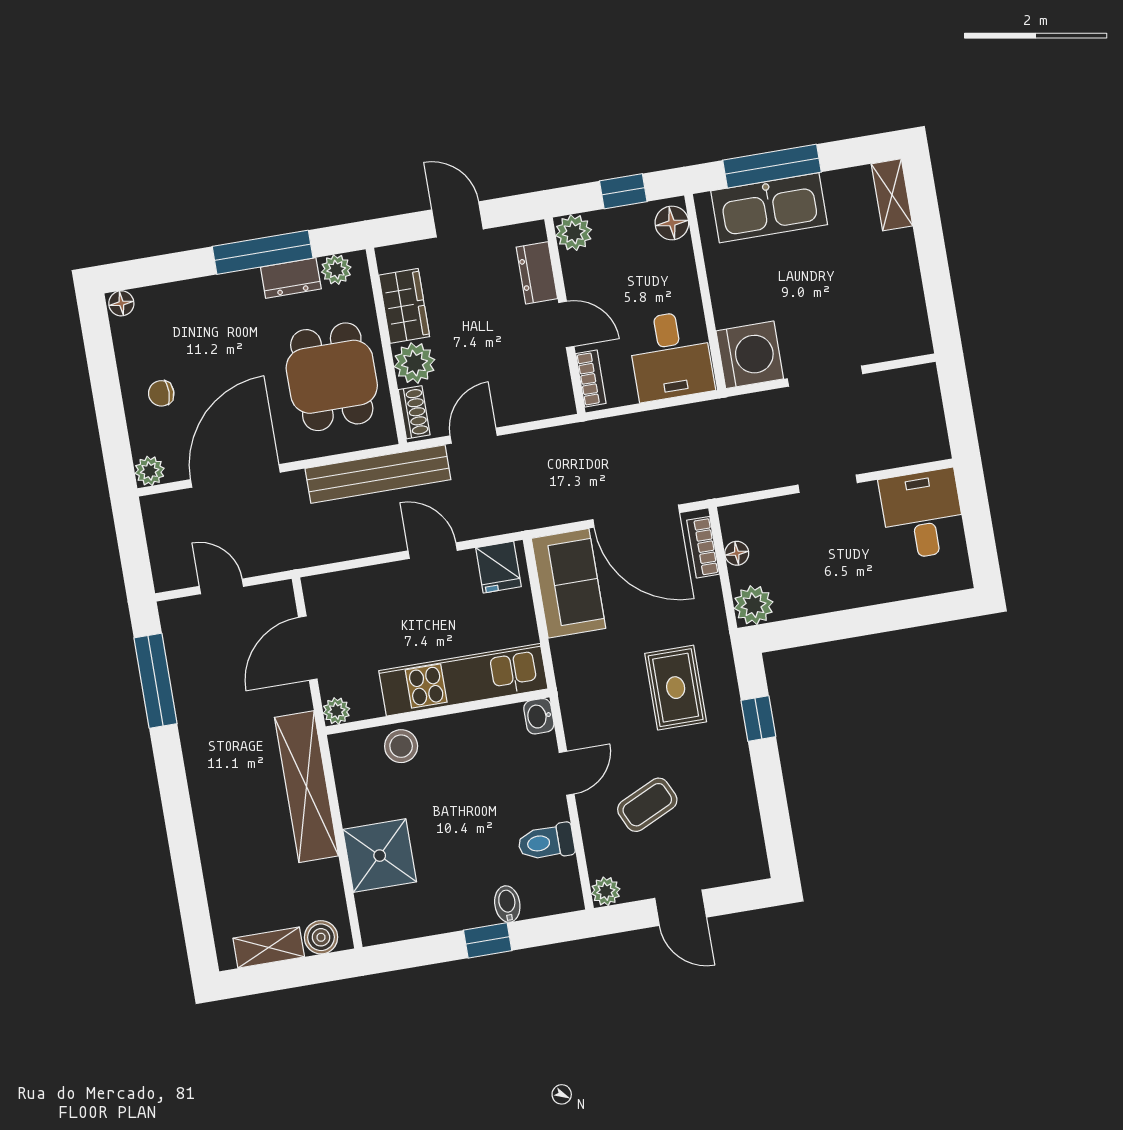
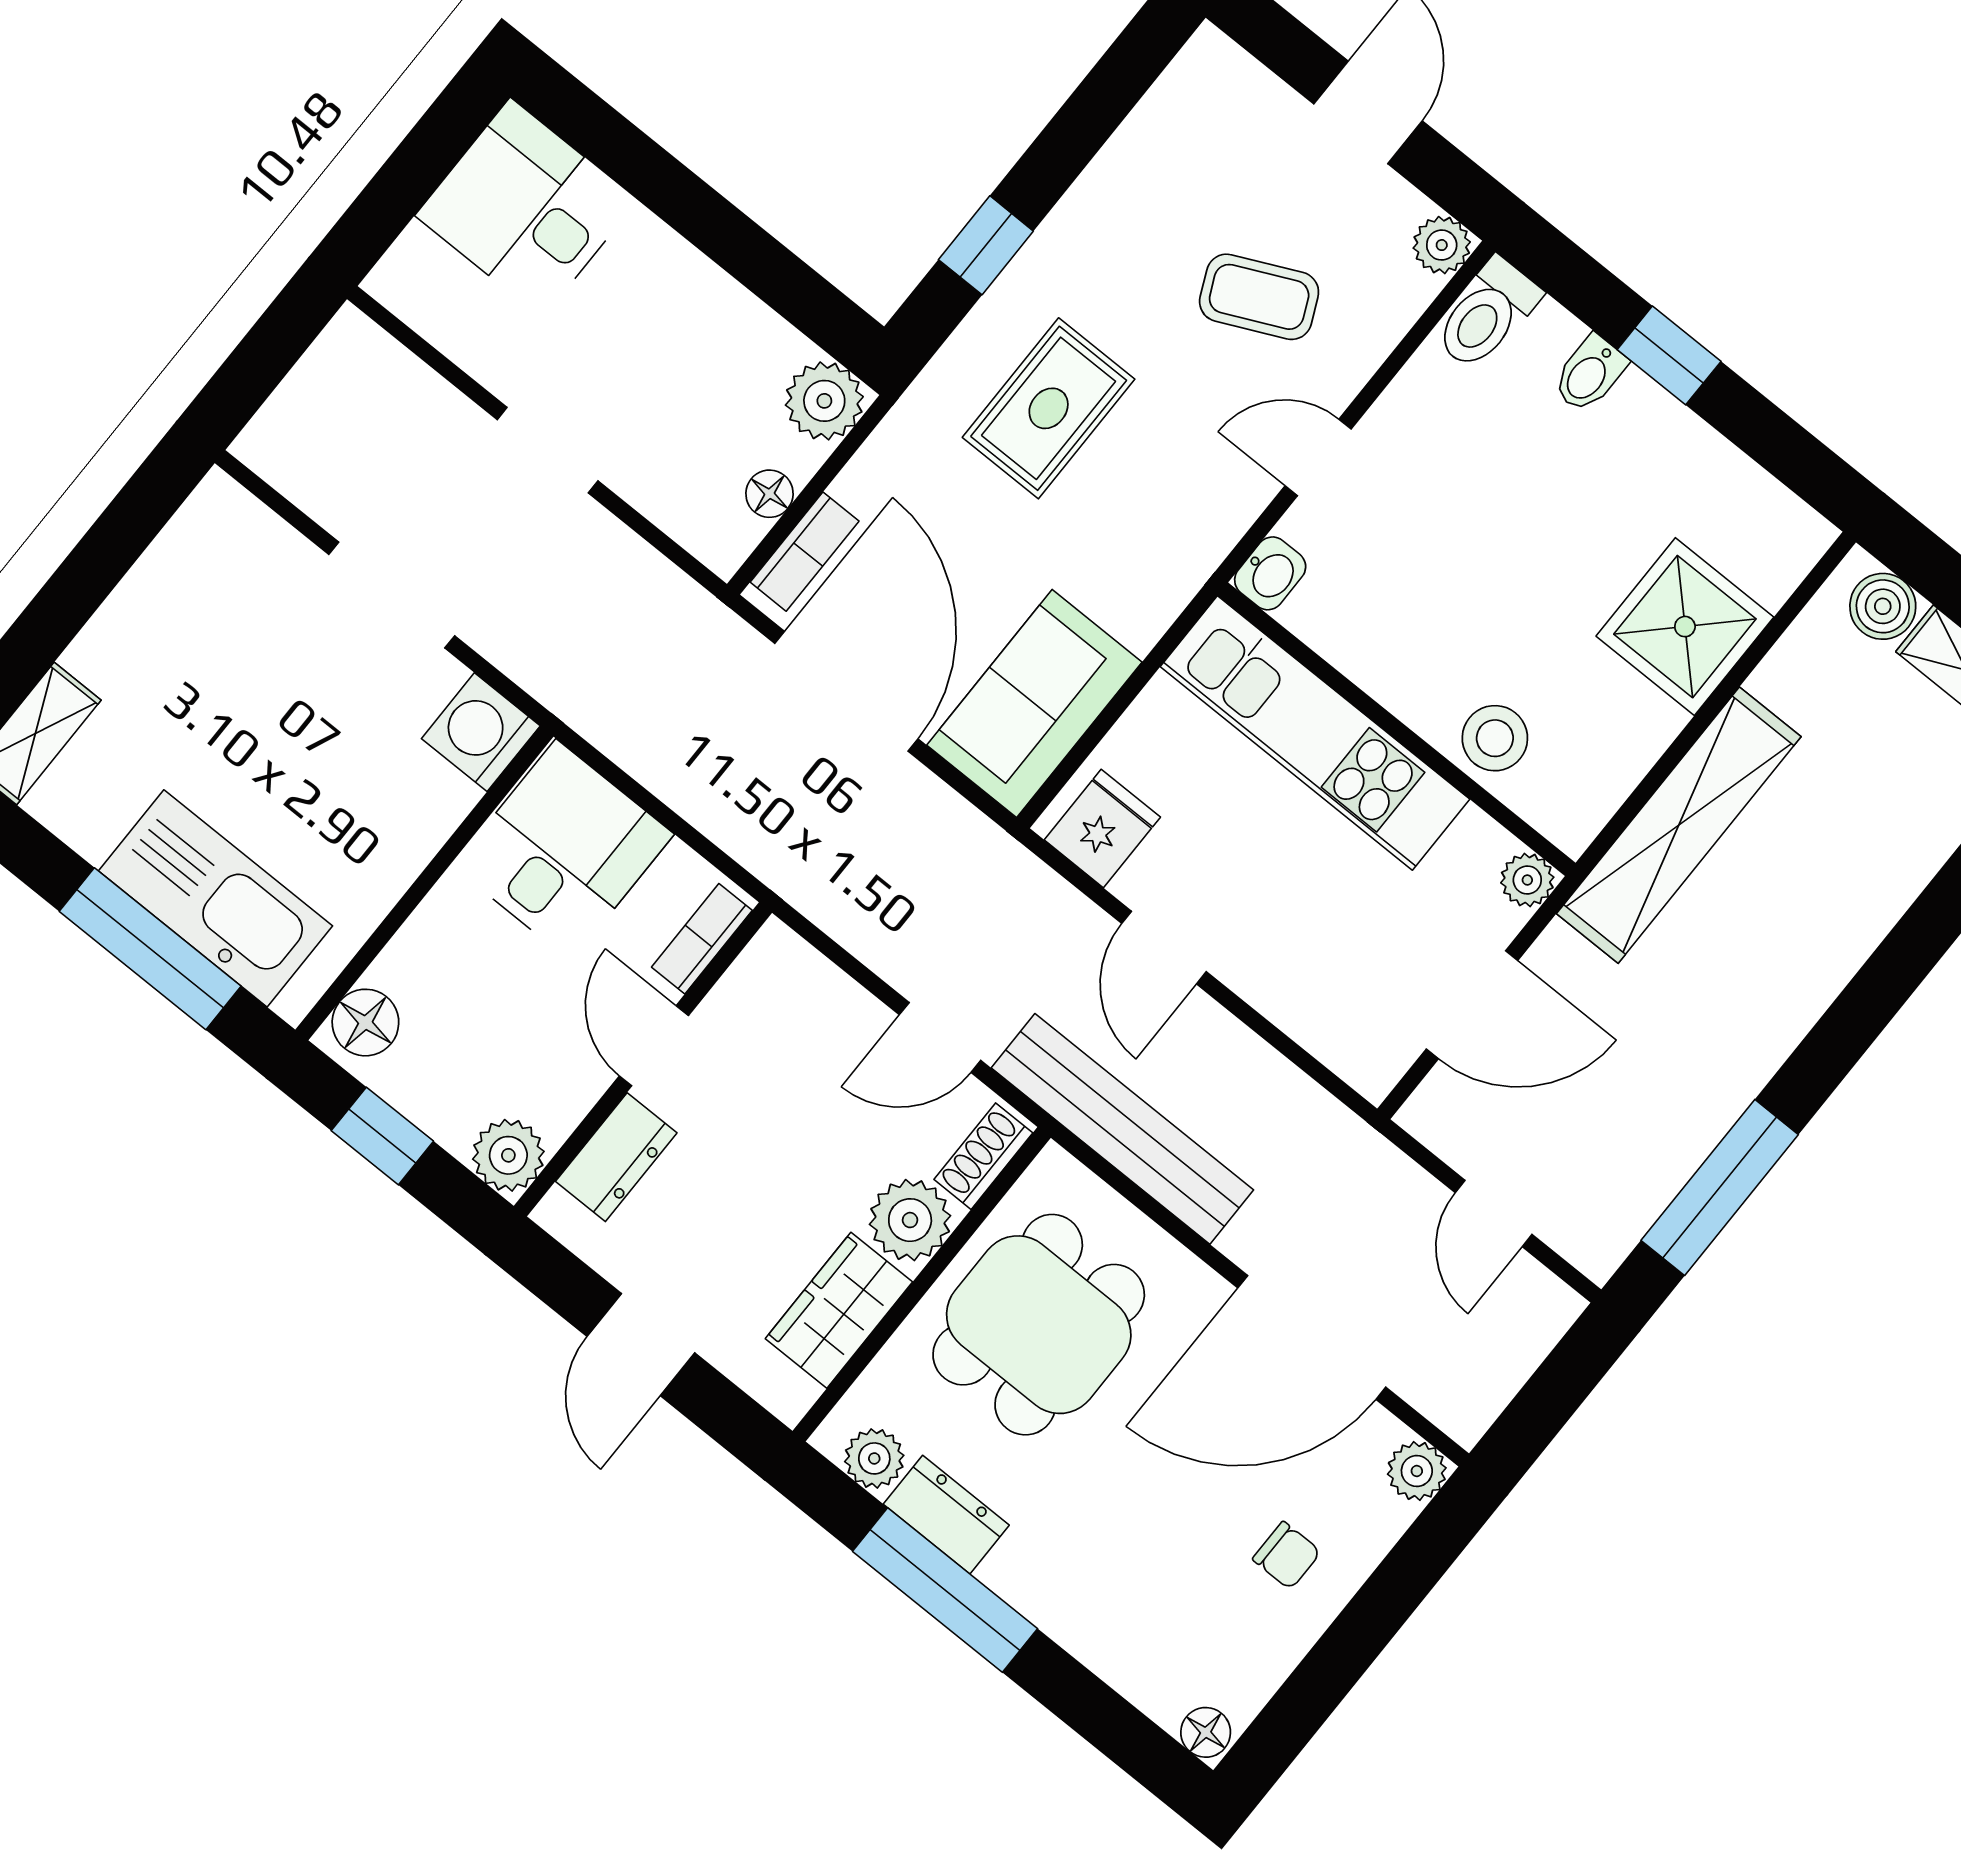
washing machine: (750, 355) -> (481, 732), width x0.73, depth x0.73
desk: (922, 514) -> (526, 208), moved, turned 90
toilet: (546, 842) -> (1487, 314), moved, turned 90

